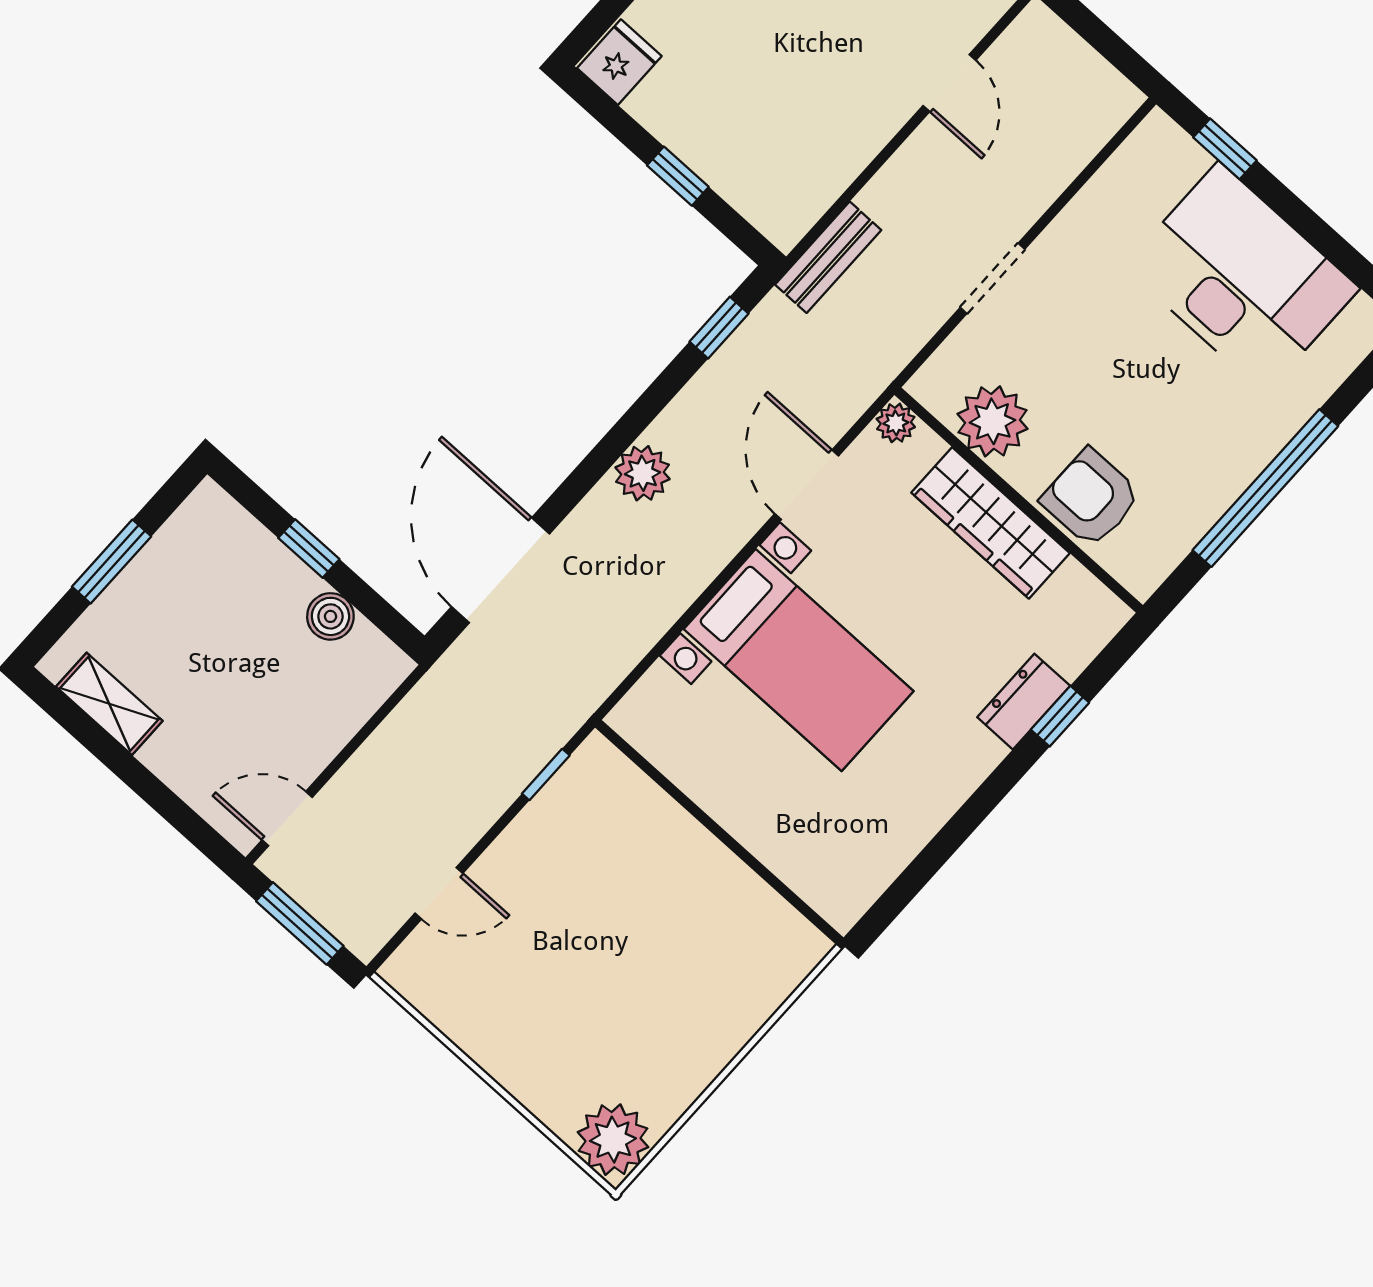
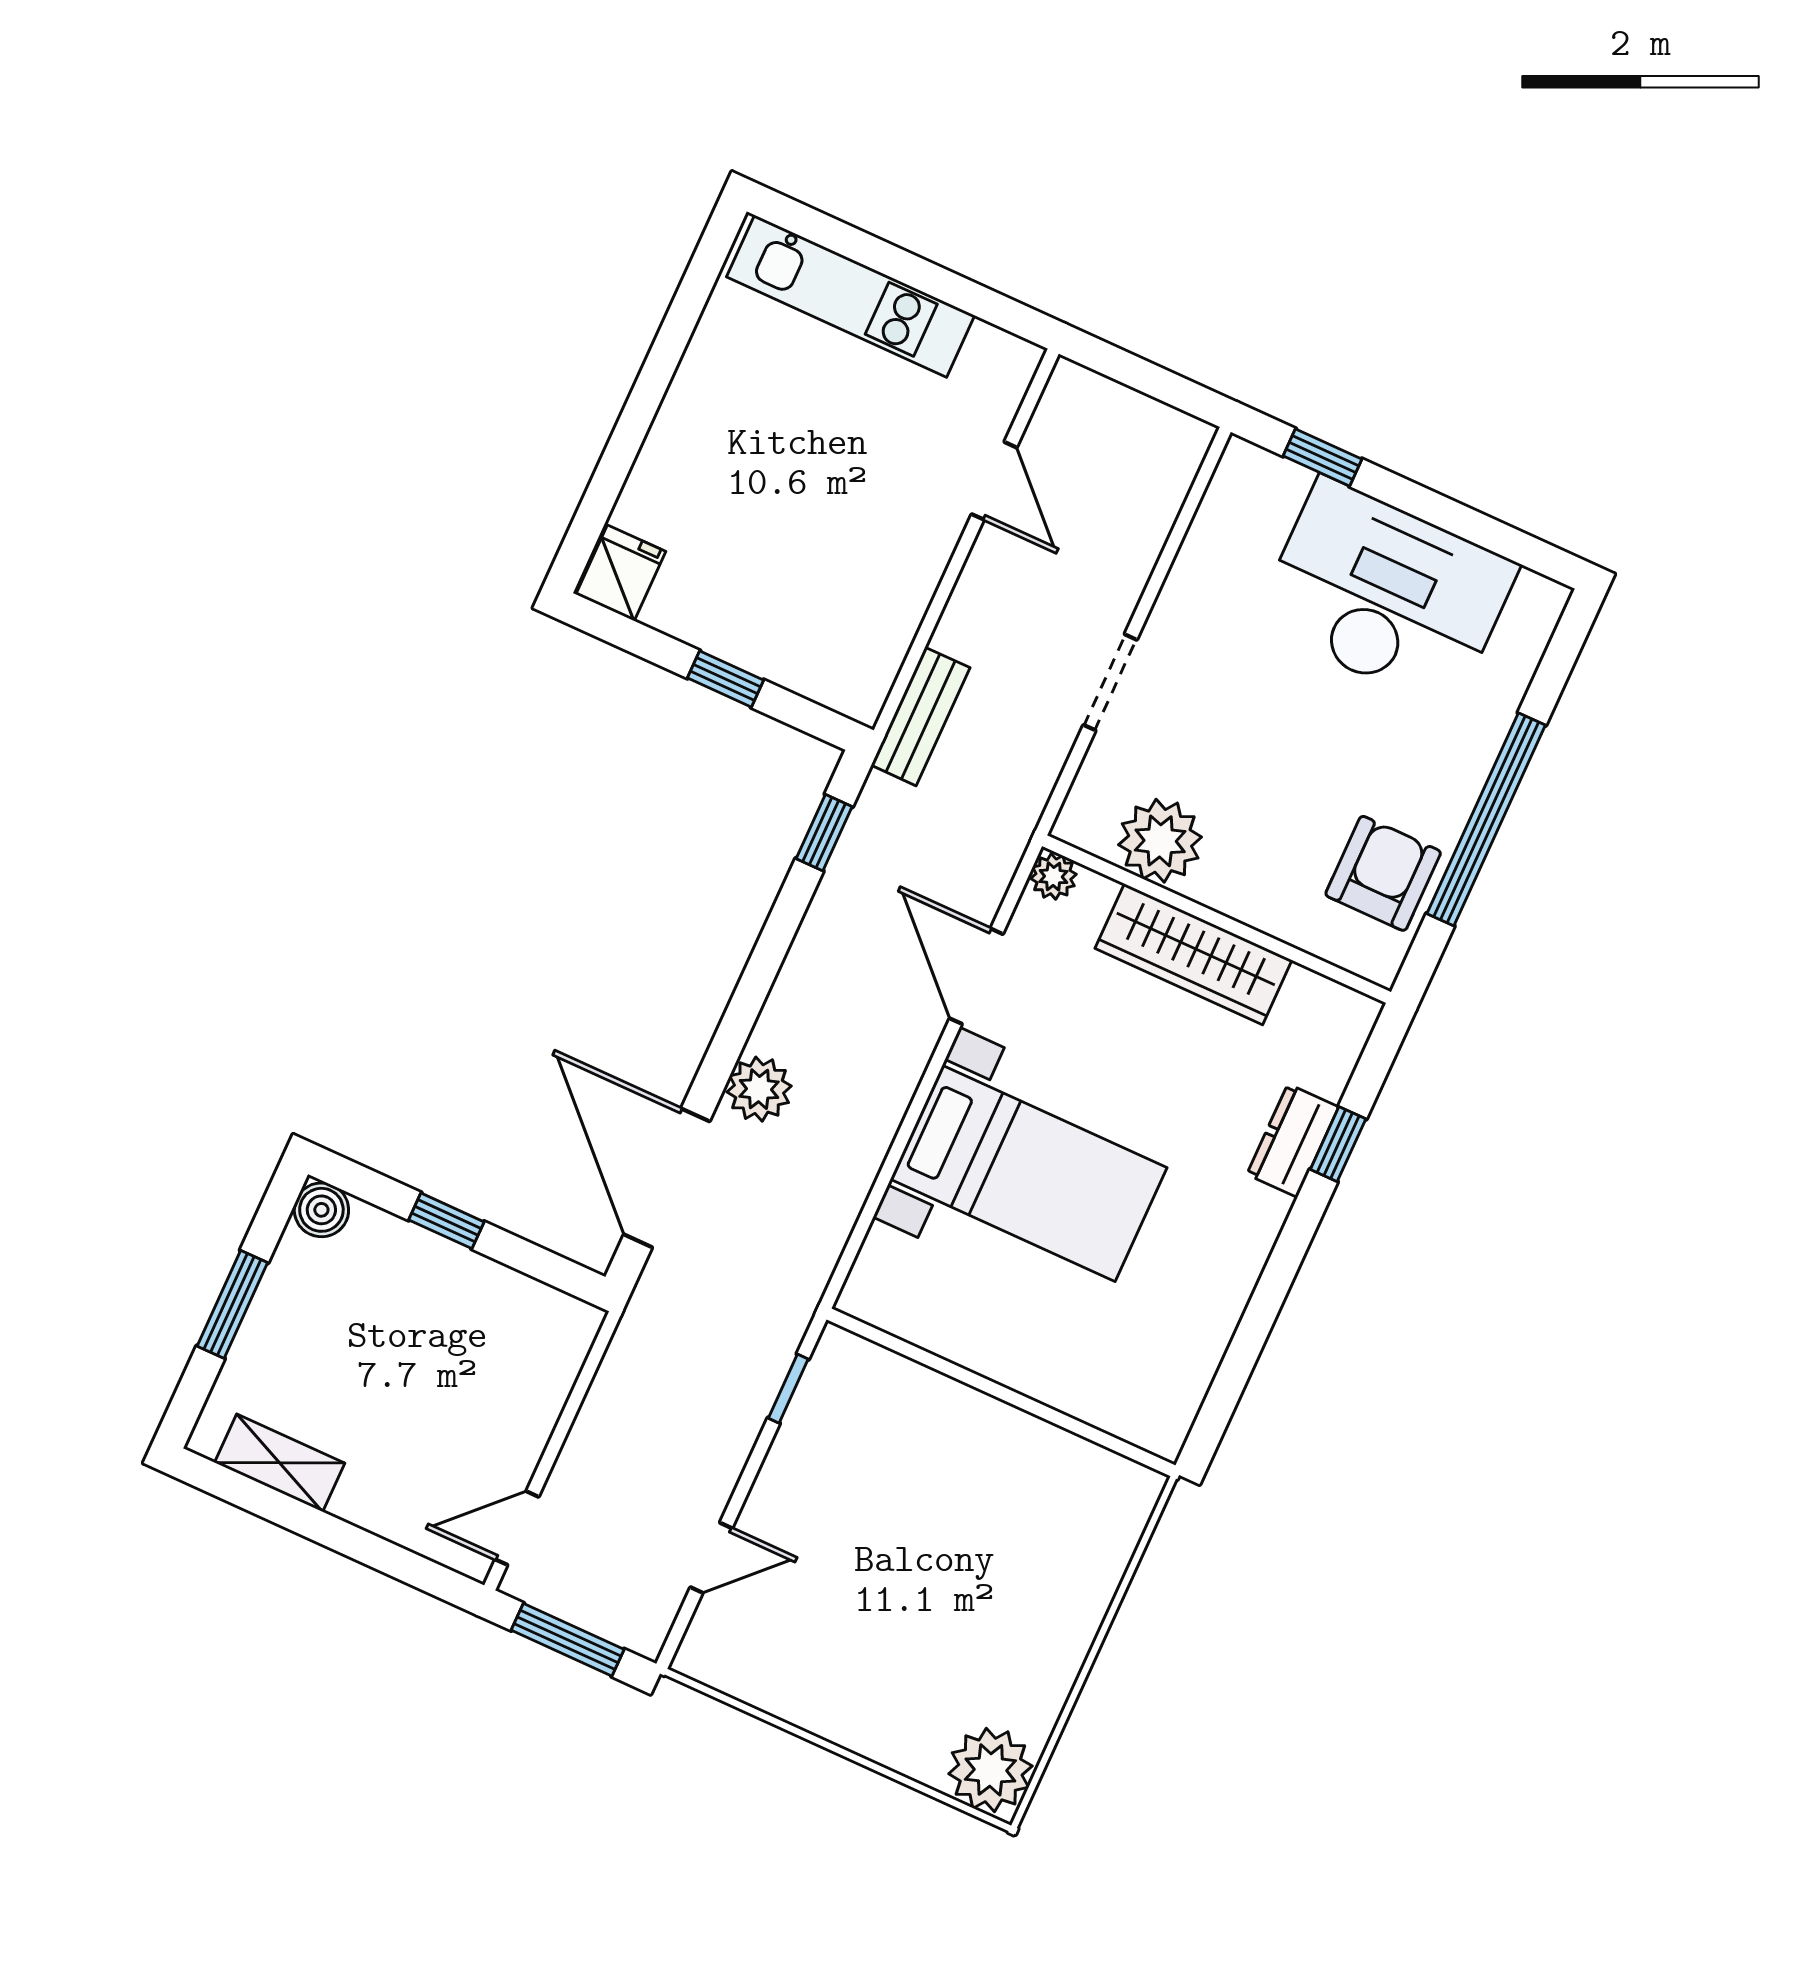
plant: (642, 473) -> (759, 1089), moved
armchair: (1091, 498) -> (1383, 873), moved, turned 90
boiler: (330, 616) -> (321, 1210), moved

